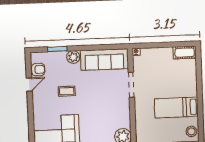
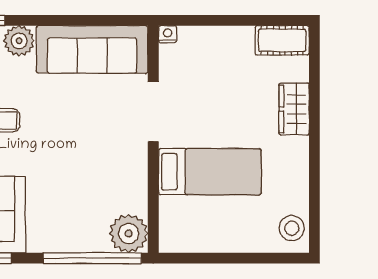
wardrobe: (191, 81) -> (294, 109), added
bed: (176, 107) -> (210, 172), moved, turned 180

